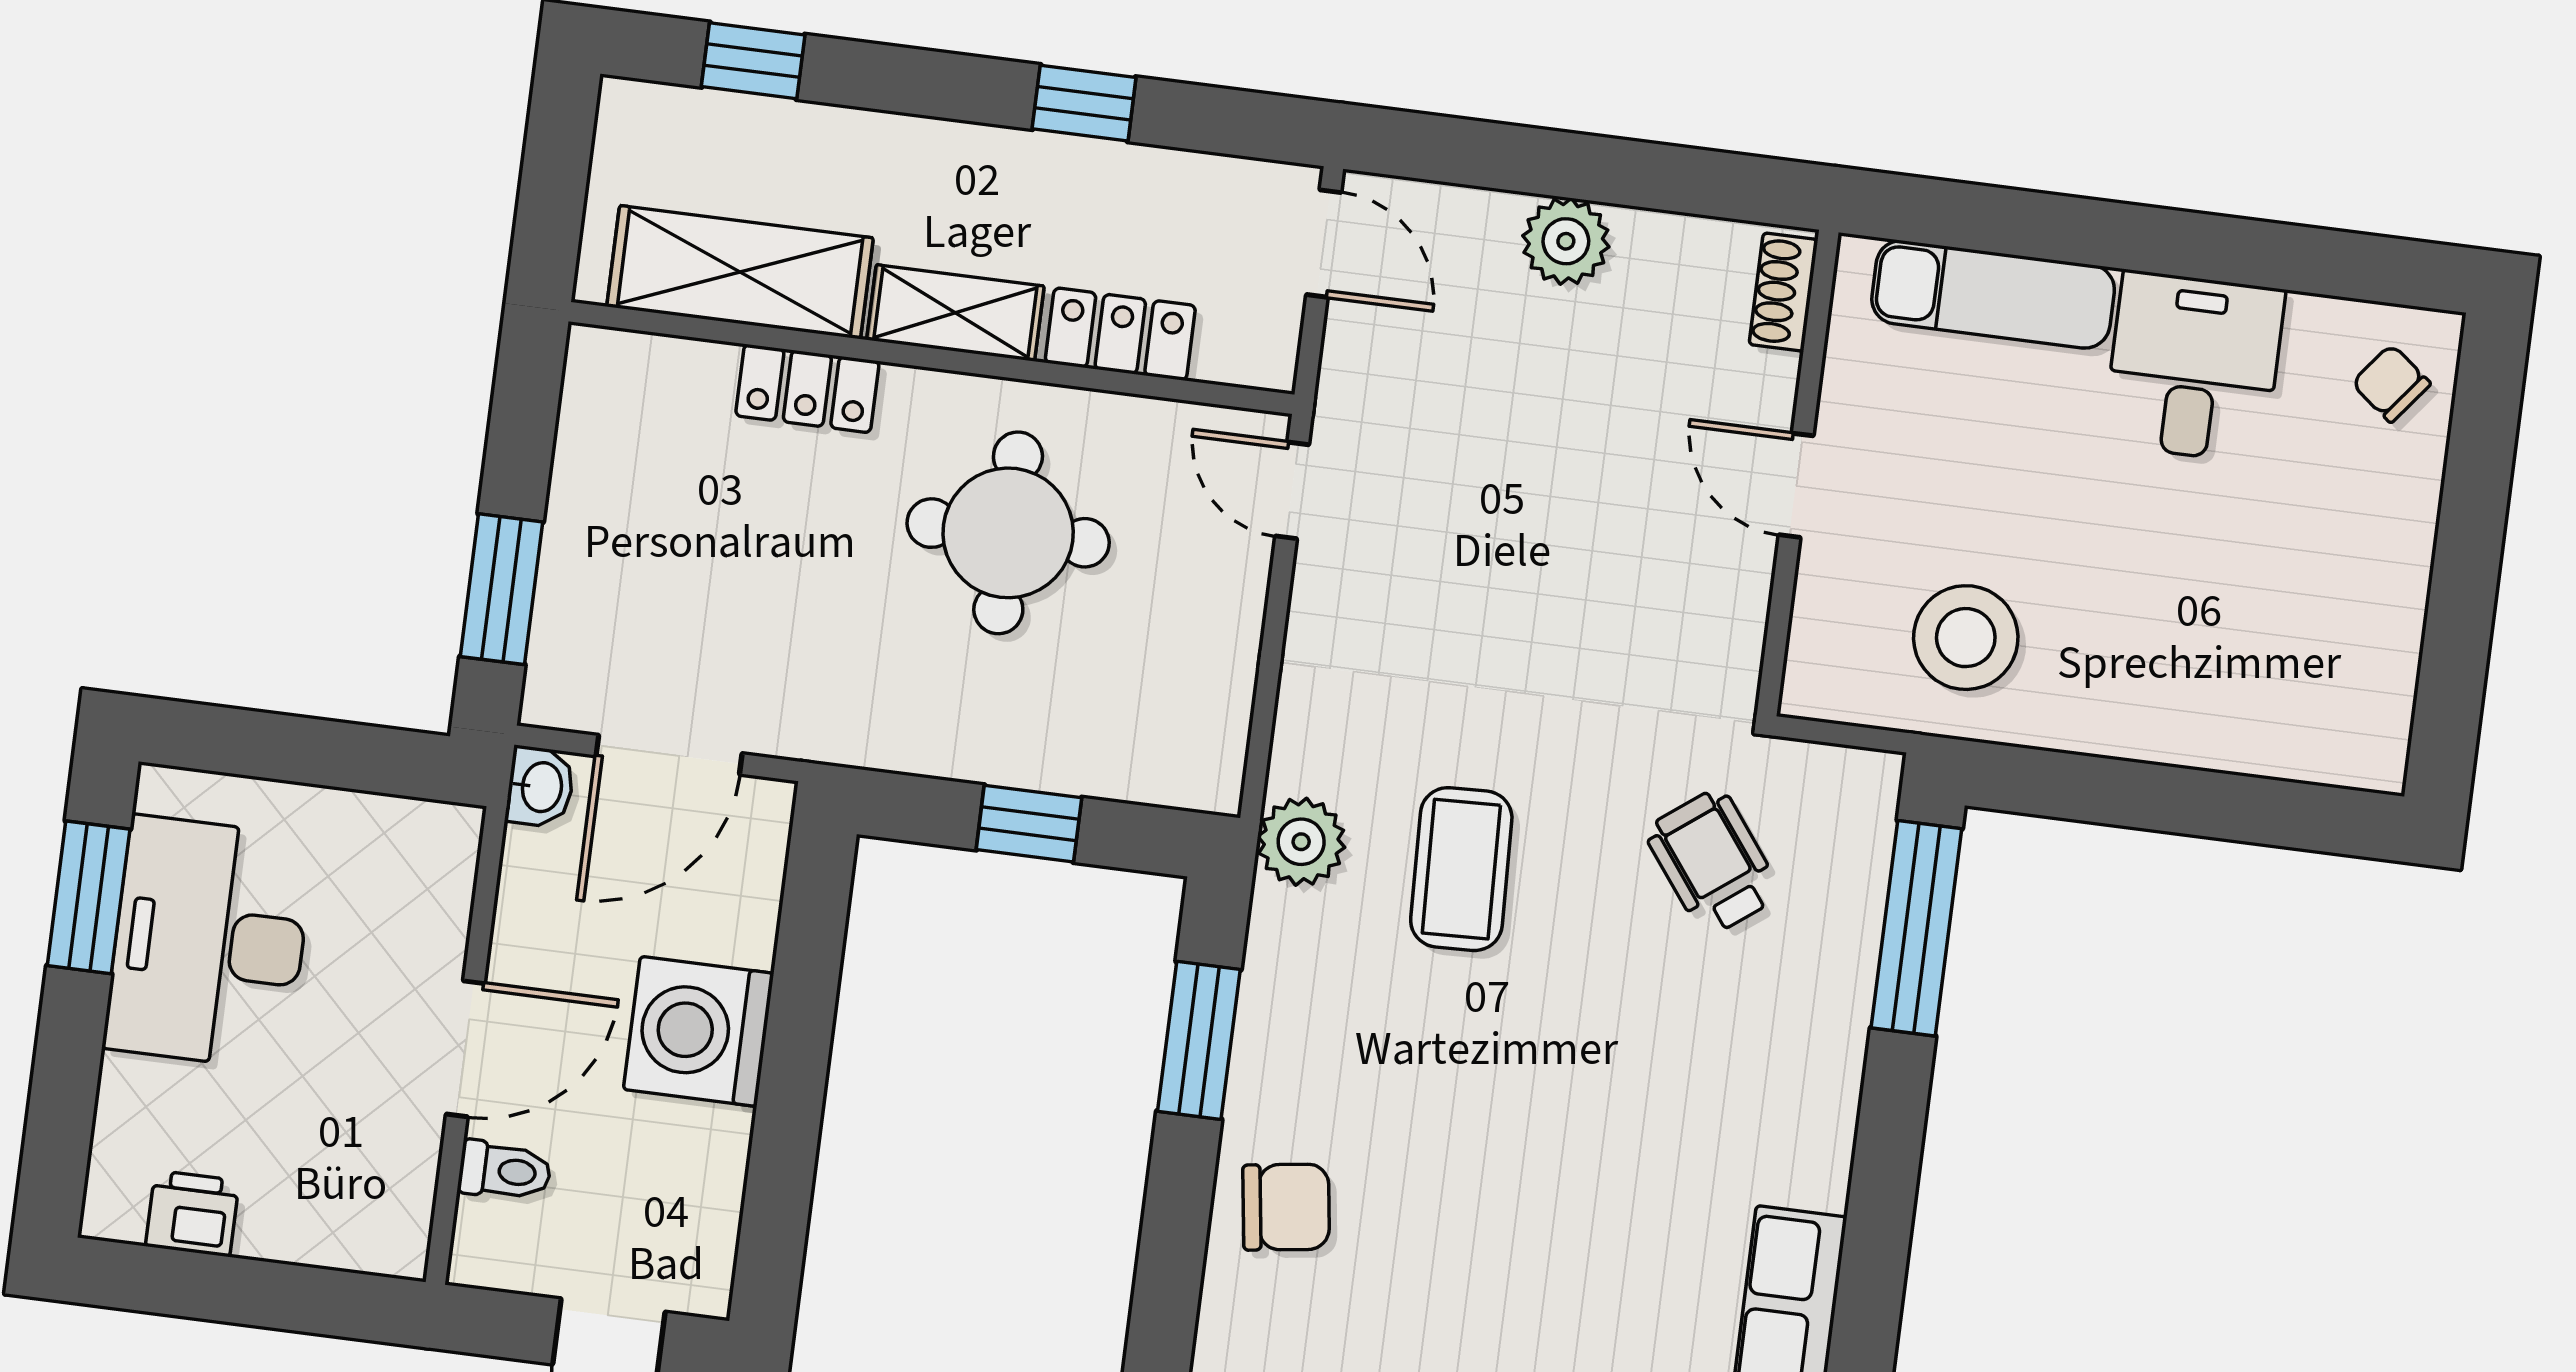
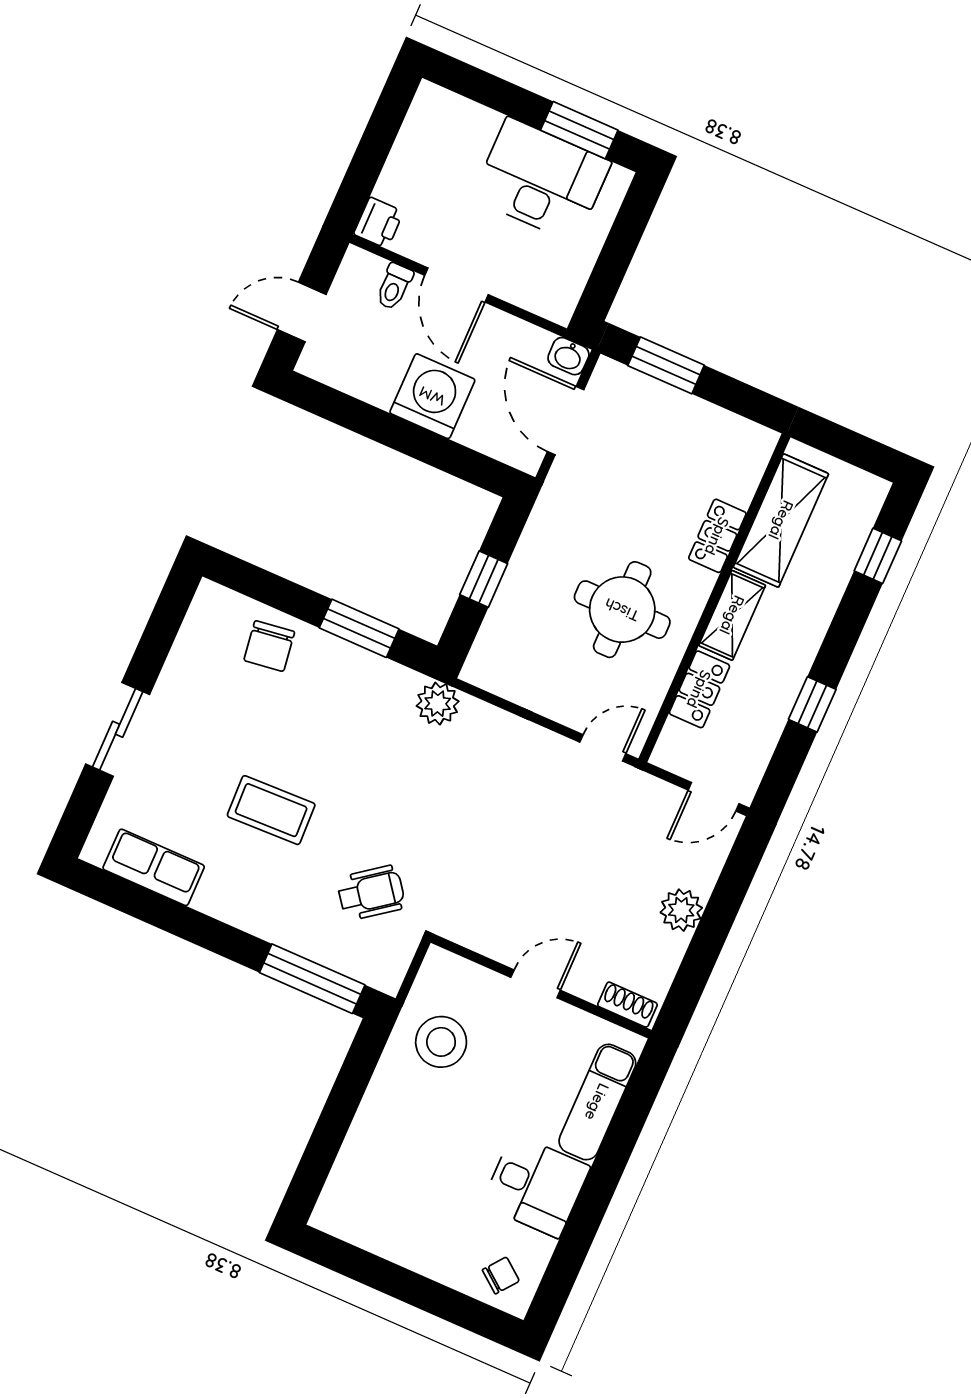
coffee table: (1461, 869) -> (271, 810), moved
printer: (192, 1213) -> (379, 223), moved

